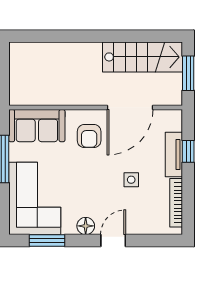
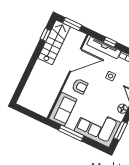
window: (149, 36) -> (45, 35), added
door: (130, 108) -> (76, 60), hinge flipped
tv unit: (174, 154) -> (104, 48), width x1.41

